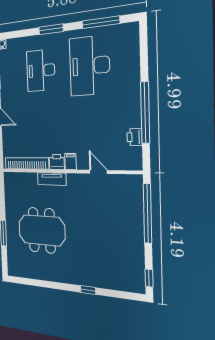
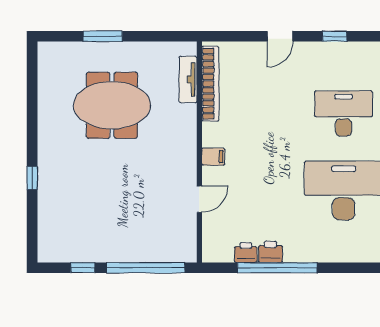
printer: (57, 162) -> (270, 252), moved, turned -90
tv unit: (52, 179) -> (188, 79), moved
meeting table: (42, 230) -> (112, 105), turned 90
window: (149, 278) -> (83, 268), moved

